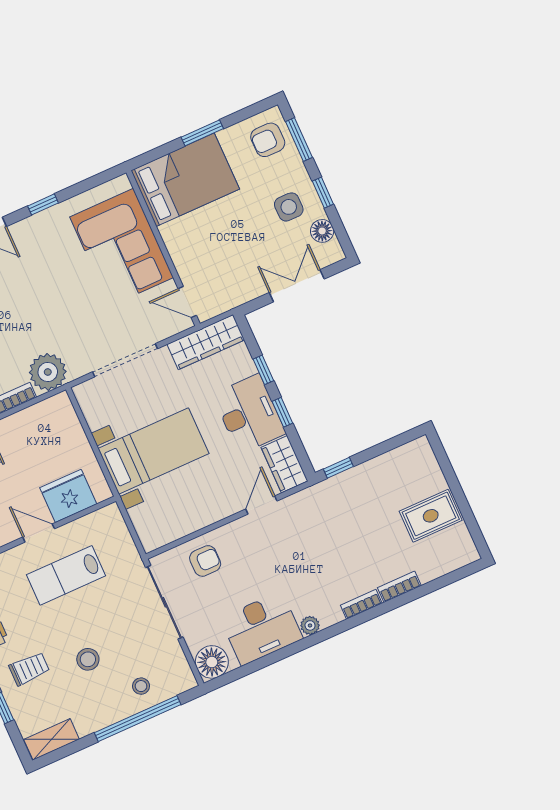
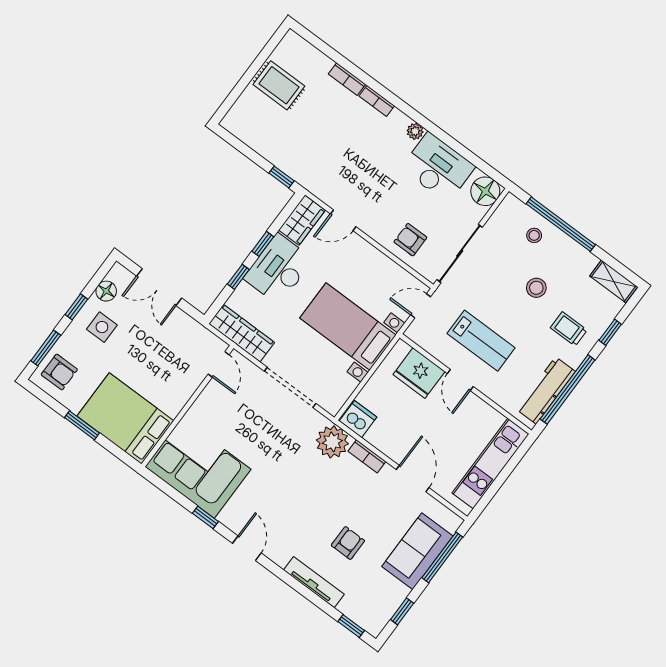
corner sofa: (122, 247) -> (198, 468), moved, turned -90
dishwasher: (56, 410) -> (358, 419), added
door: (134, 535) -> (421, 306), added

